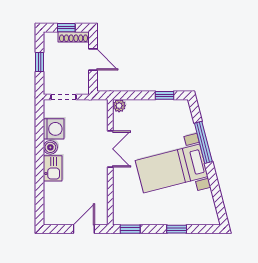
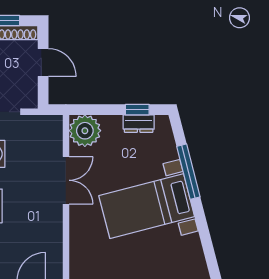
plant: (119, 106) -> (85, 131), width x1.87, depth x1.87
dresser: (166, 106) -> (139, 124), added

